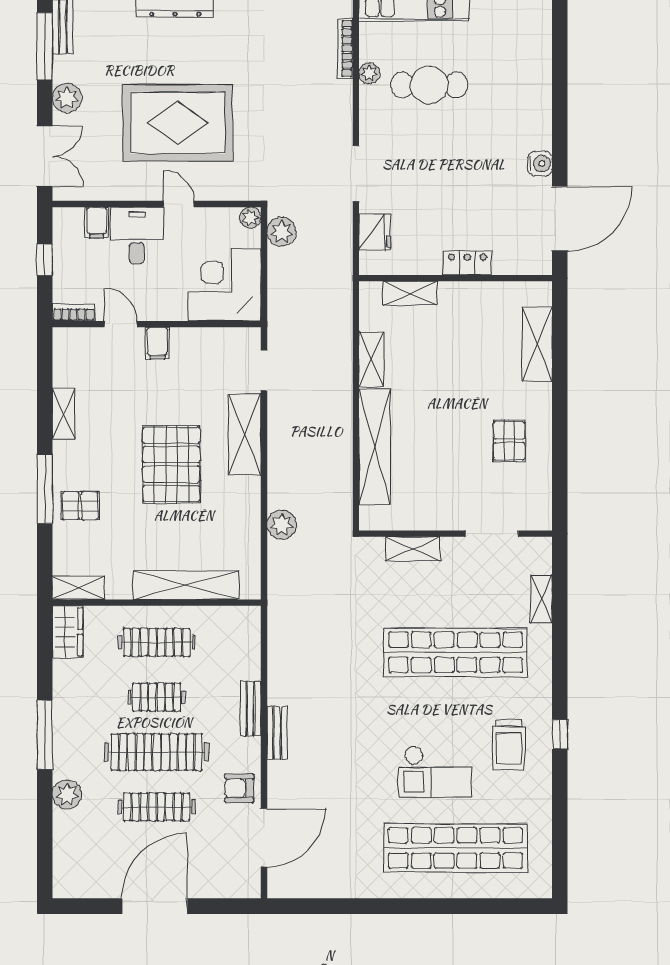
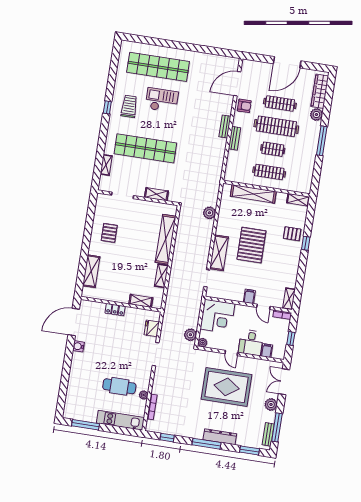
shelving: (64, 414) -> (289, 299), moved
window: (45, 489) -> (306, 243), width x0.46
wardrobe: (68, 632) -> (320, 91), moved, width x1.50

